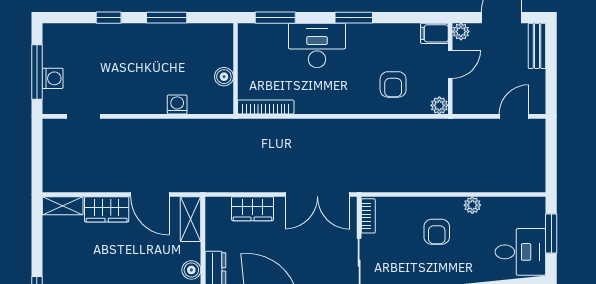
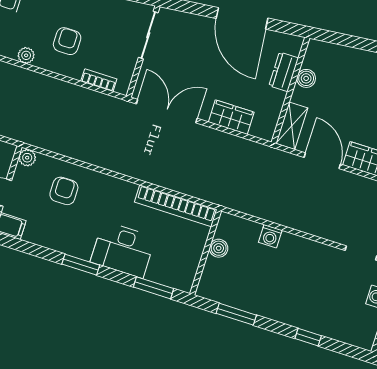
window: (167, 18) -> (236, 314), moved
bookcase: (266, 107) -> (176, 206), width x1.48, depth x1.31
bookcase: (368, 216) -> (99, 80), moved, turned 90

